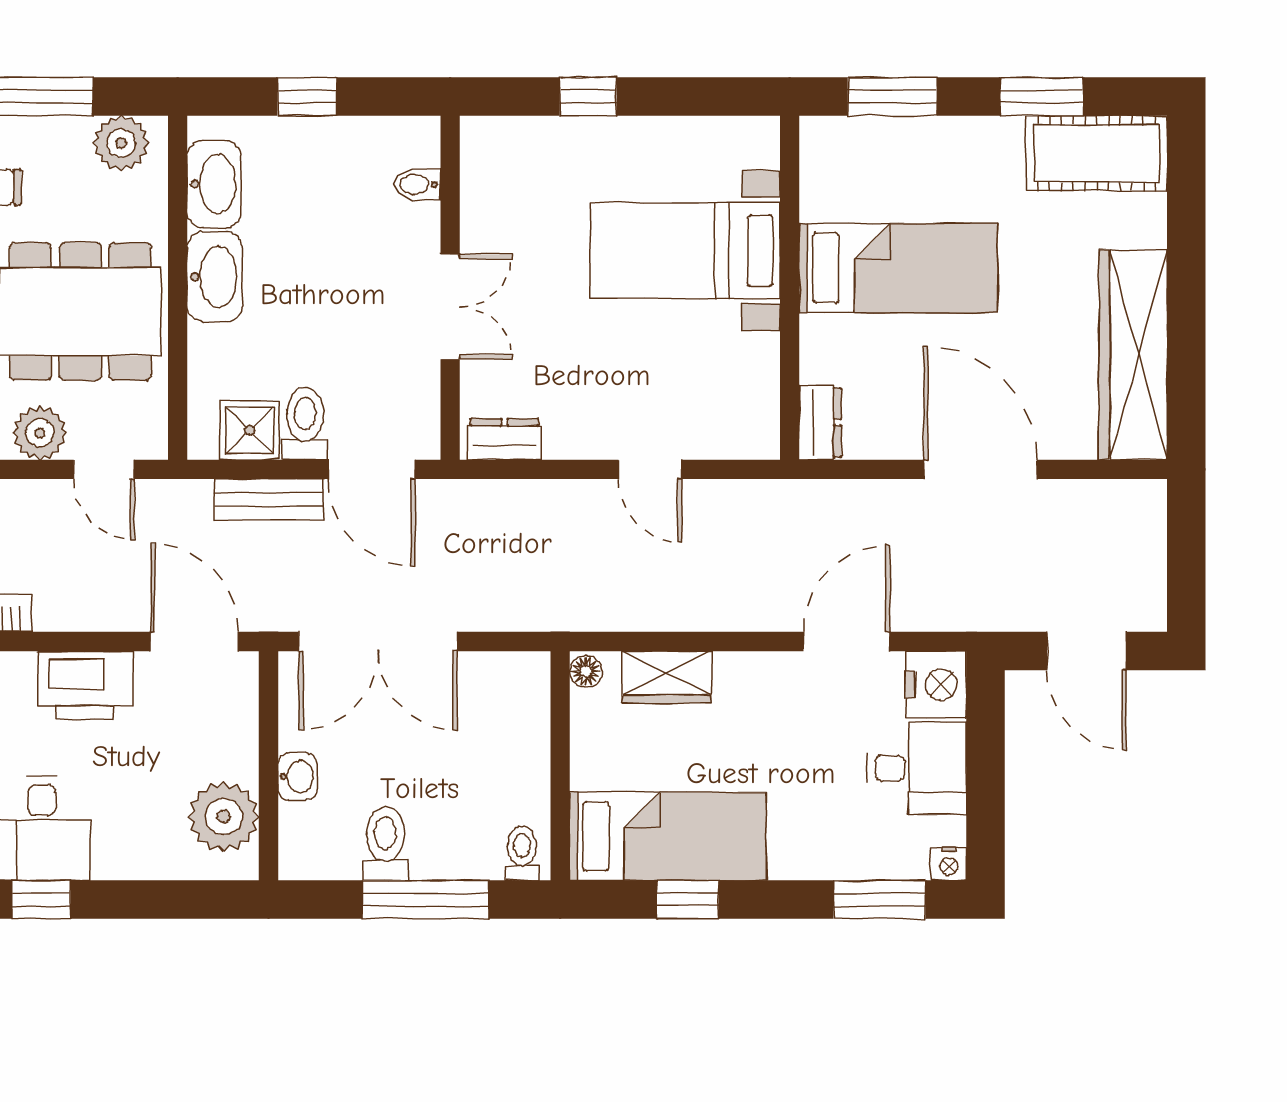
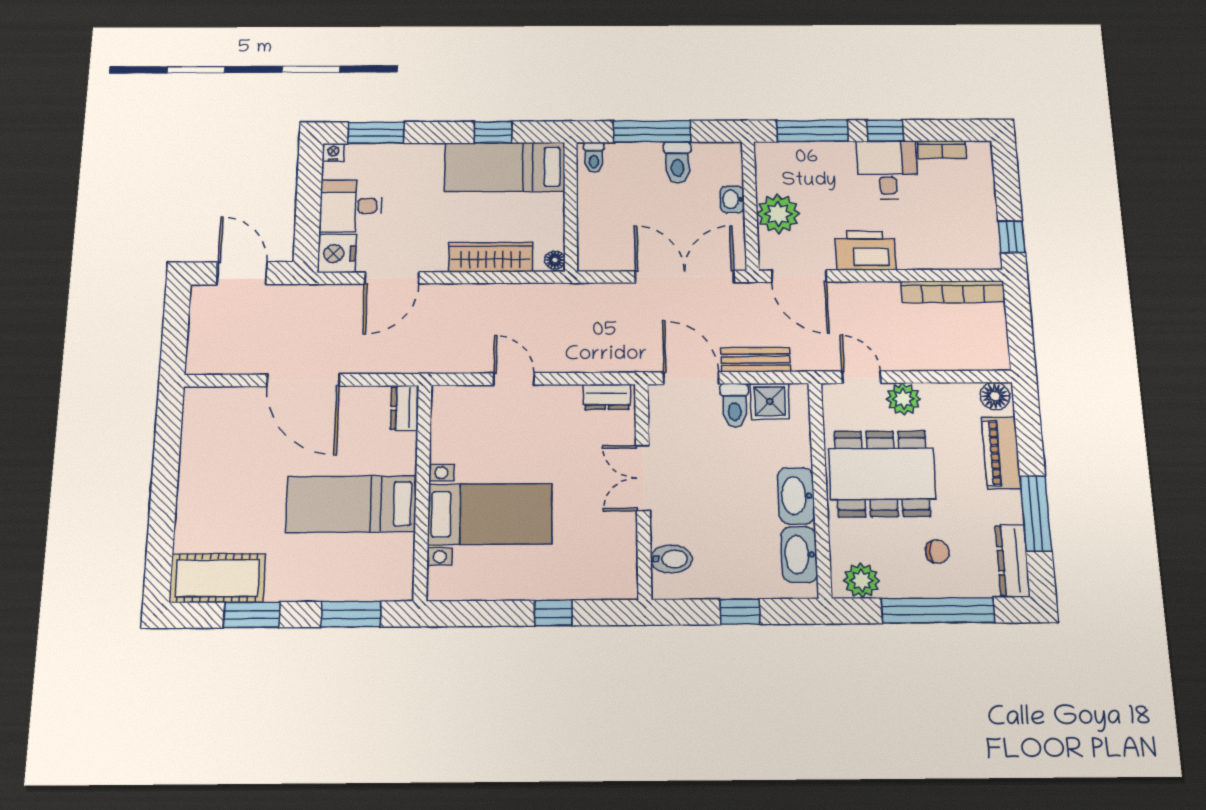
bidet: (417, 184) -> (671, 559), width x1.38, depth x1.36
wardrobe: (1133, 355) -> (201, 451), removed
wardrobe: (667, 677) -> (491, 257), width x1.50
plant: (224, 817) -> (778, 214), moved
window: (162, 900) -> (812, 131), added

